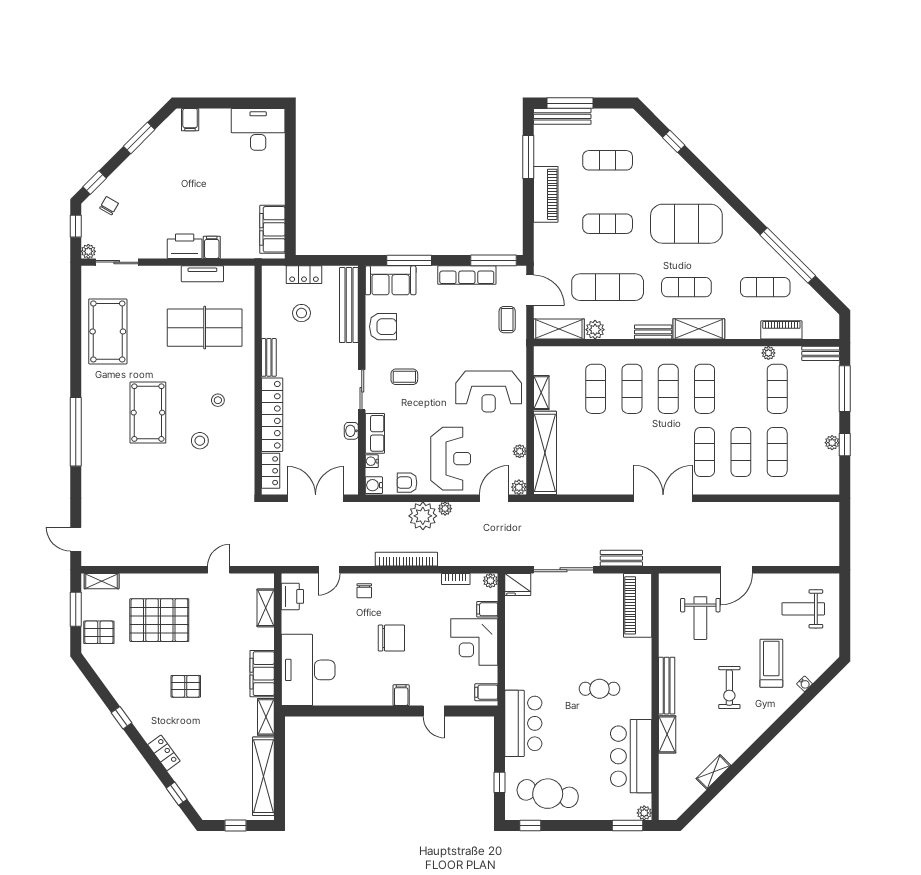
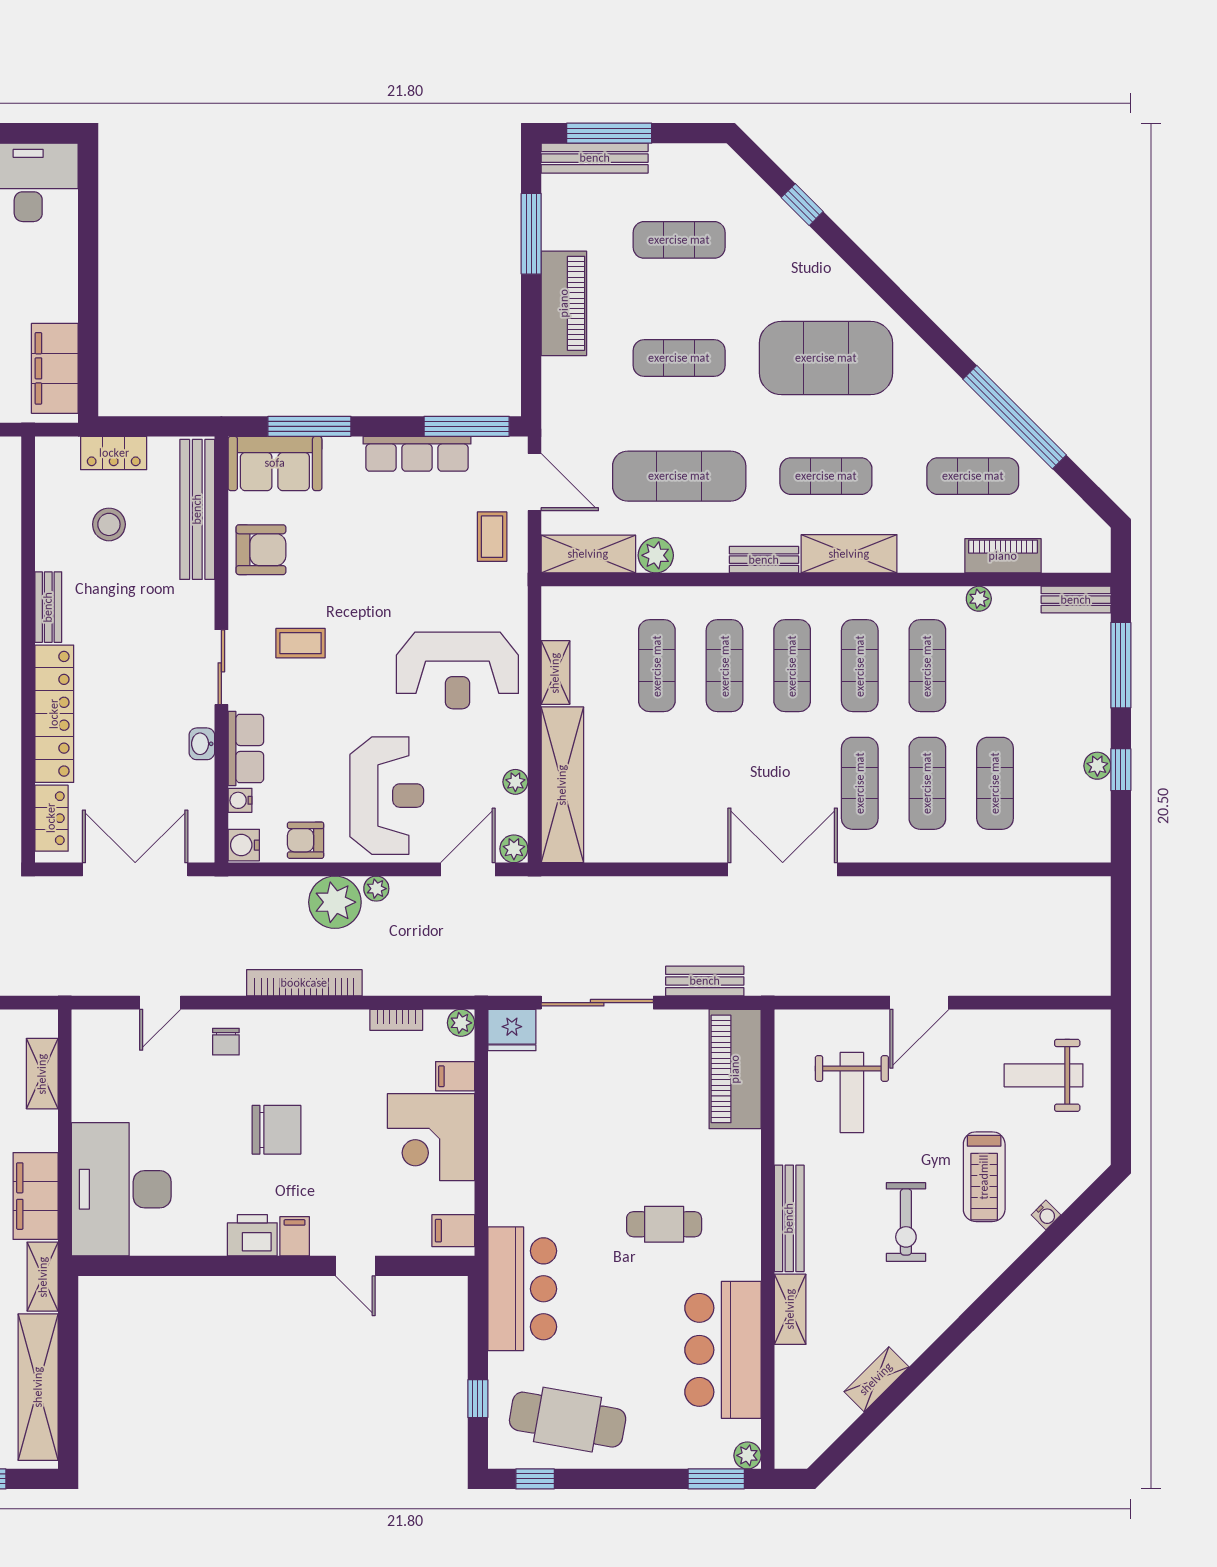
exercise mat: (777, 389) -> (927, 666), moved
printer: (292, 596) -> (252, 1235), moved, turned -90
treadmill: (771, 663) -> (984, 1177), turned 180

